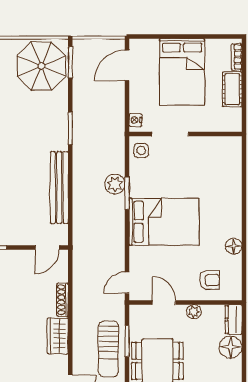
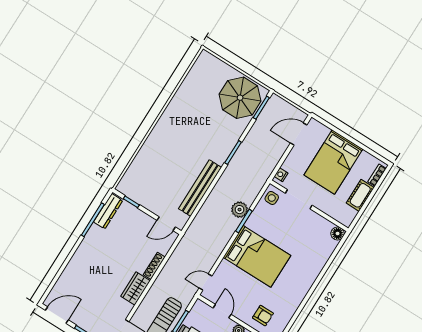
floor lamp: (234, 246) -> (338, 233), moved

